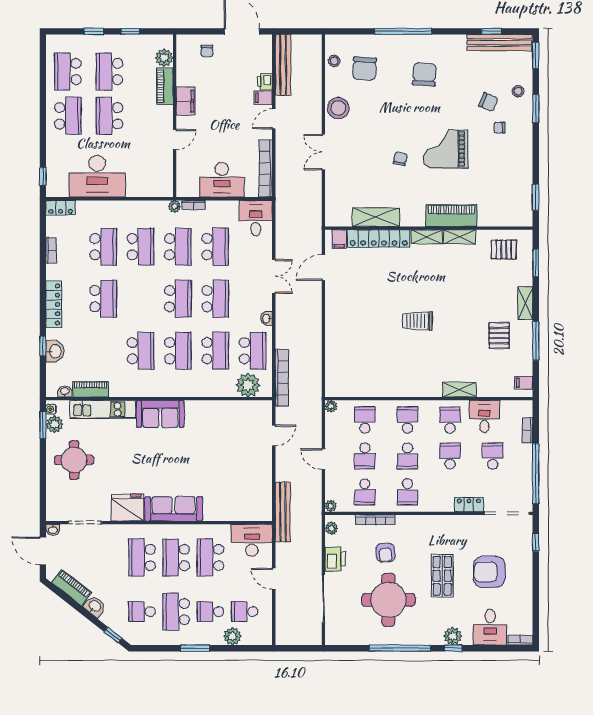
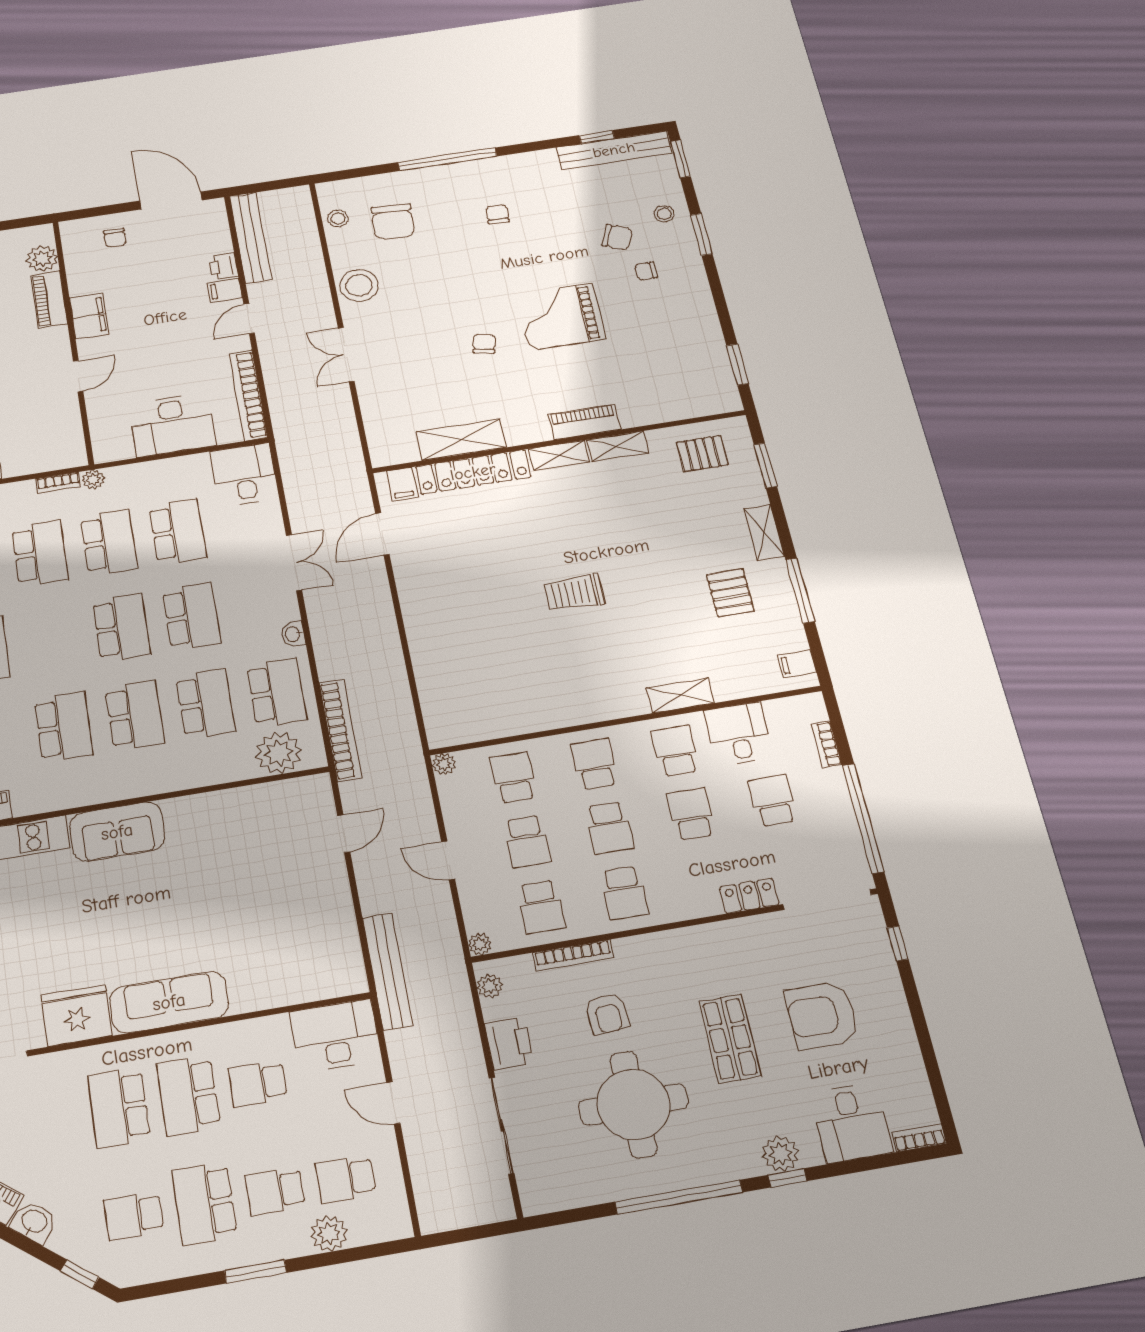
chair: (424, 74) -> (498, 214), width x0.54, depth x0.54
bookcase: (194, 205) -> (58, 483), moved
piano: (451, 216) -> (584, 422), width x0.73, depth x0.75
school desk: (210, 558) -> (258, 1084), width x0.54

